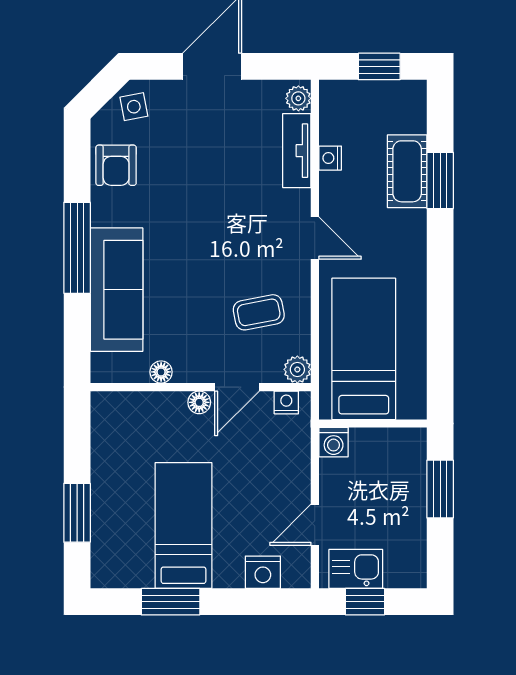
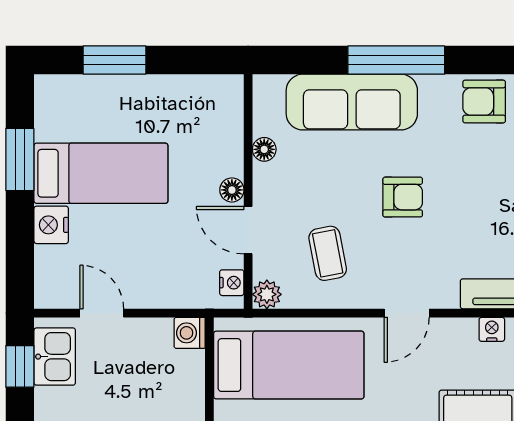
armchair: (206, 242) -> (403, 197), added
nightstand: (263, 572) -> (51, 225), moved

